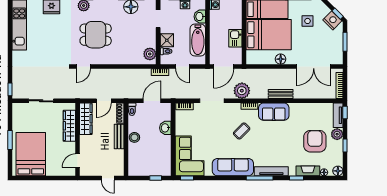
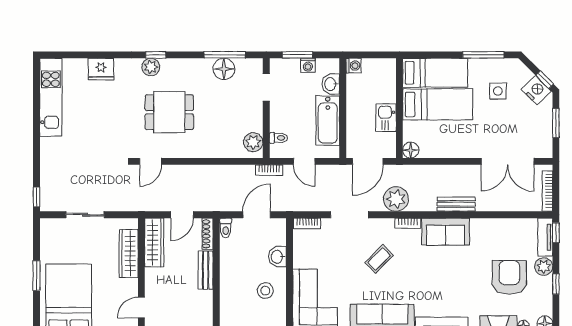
bed: (269, 35) -> (438, 104), width x0.67
shower: (167, 40) -> (280, 121), removed
floor lamp: (281, 59) -> (411, 150), moved
coffee table: (242, 131) -> (379, 259), moved
stool: (134, 137) -> (265, 291), moved

